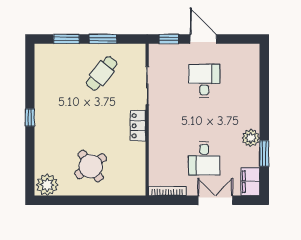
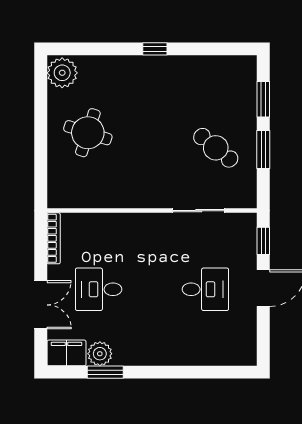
locker: (138, 126) -> (144, 198), removed
plant: (251, 138) -> (100, 354), moved
round table: (91, 166) -> (88, 133), turned -37

